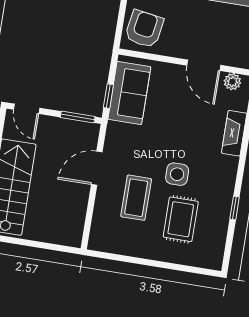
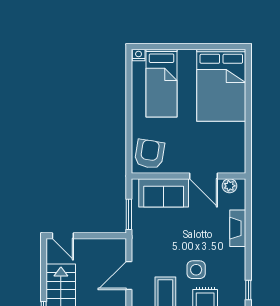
sofa: (129, 93) -> (164, 193), moved, turned 90
window: (108, 96) -> (129, 214), width x1.50
window: (78, 117) -> (106, 236), removed

